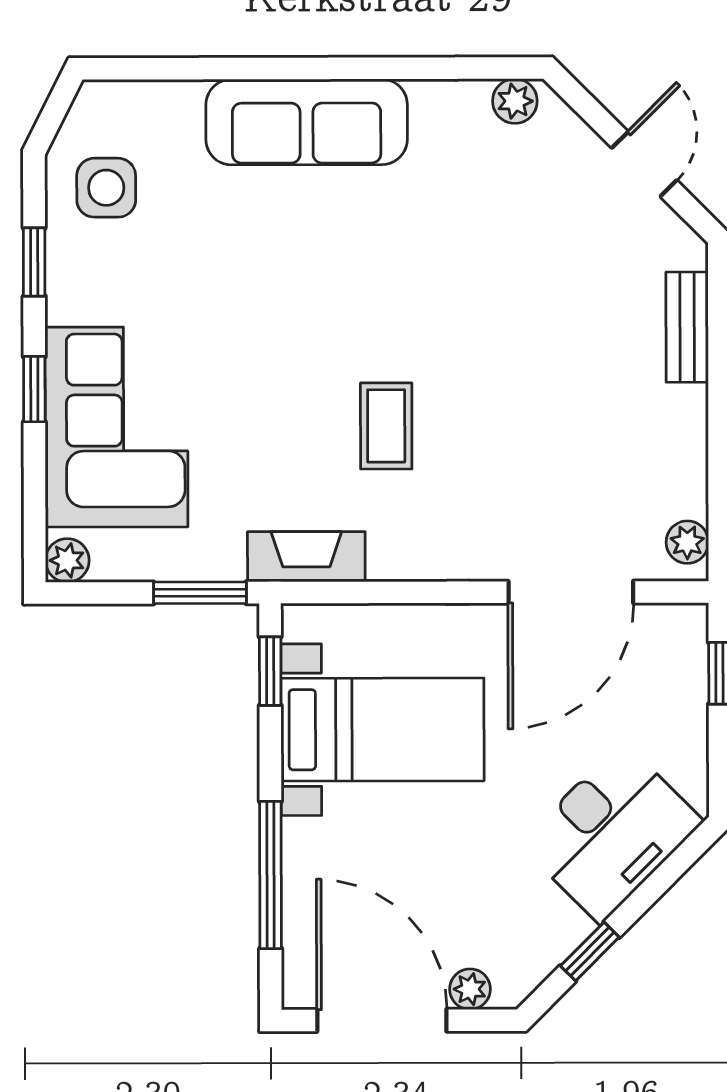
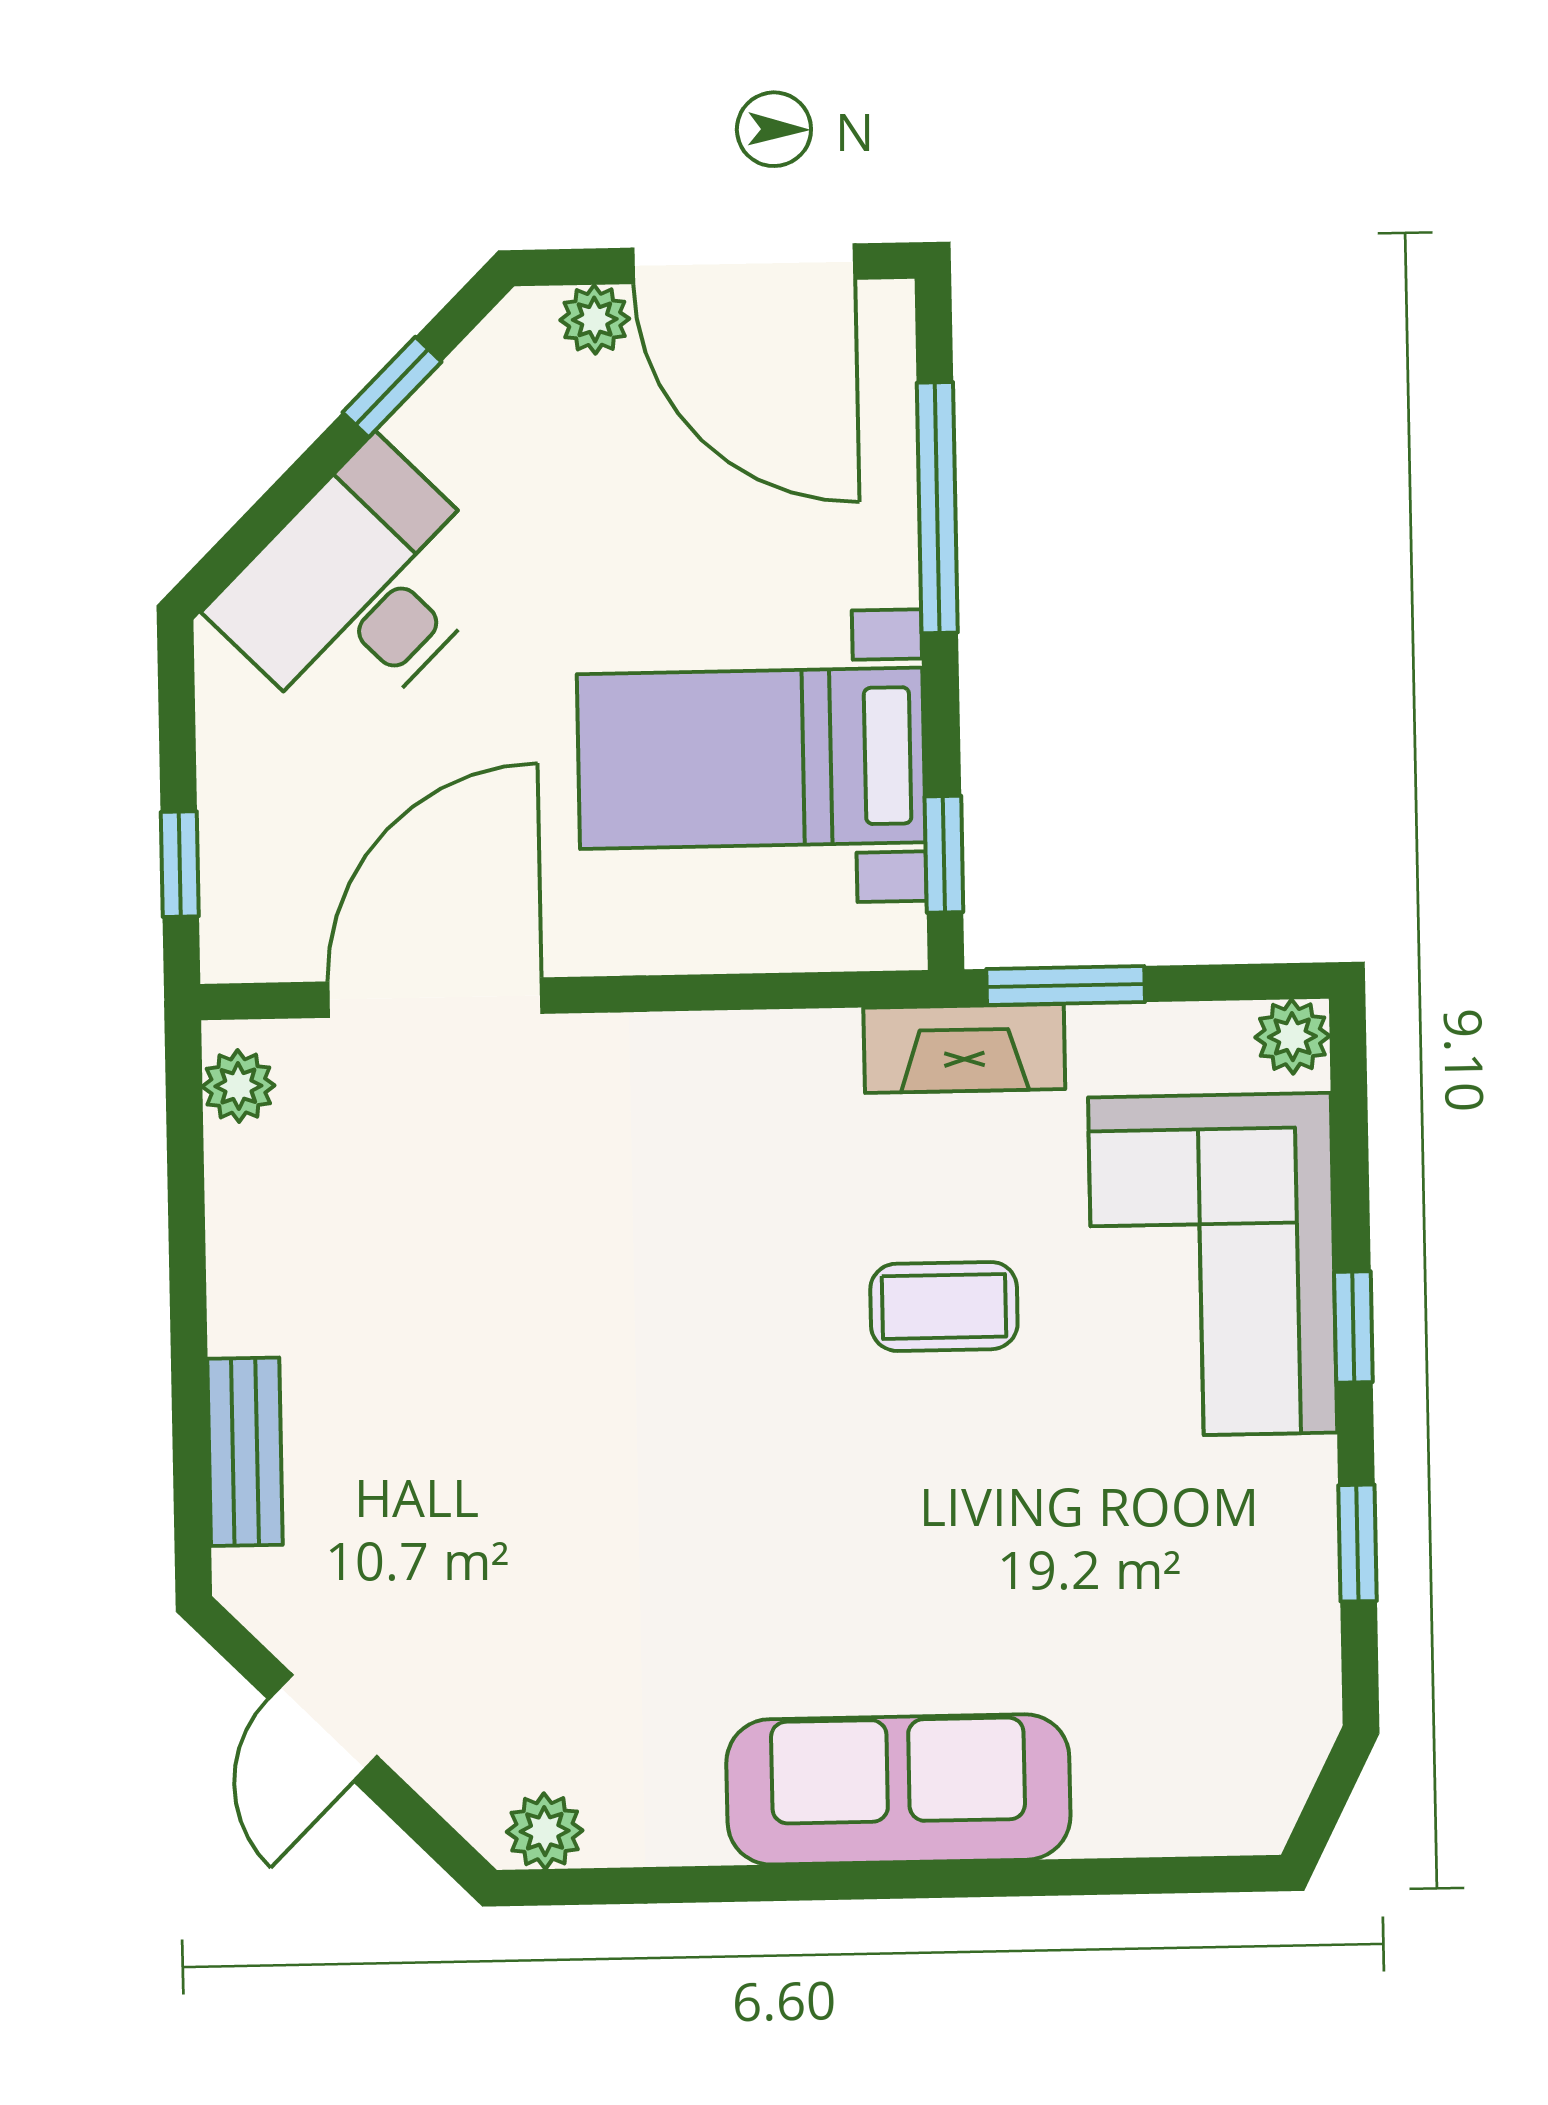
side table: (106, 188) -> (1237, 1672), removed
coffee table: (386, 426) -> (944, 1306), moved, turned 90
fireplace: (306, 557) -> (964, 1048), moved

